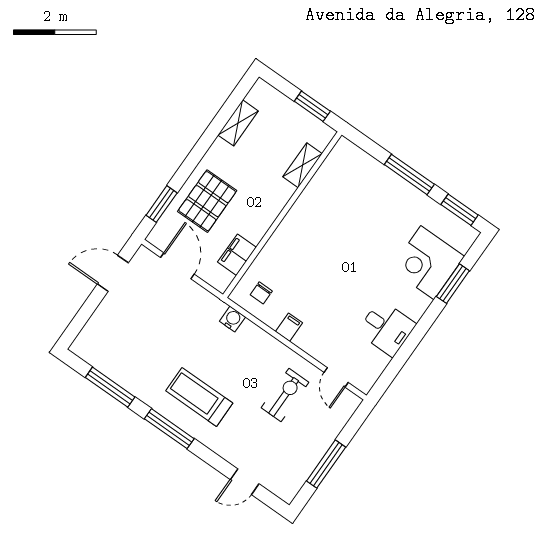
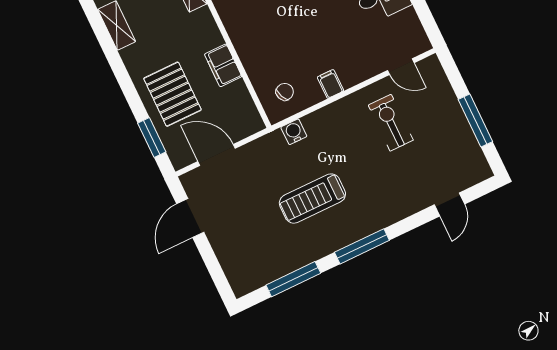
filing cabinet: (237, 255) -> (223, 65), moved
chair: (261, 293) -> (285, 92), turned -113
treadmill: (199, 397) -> (312, 199), moved

